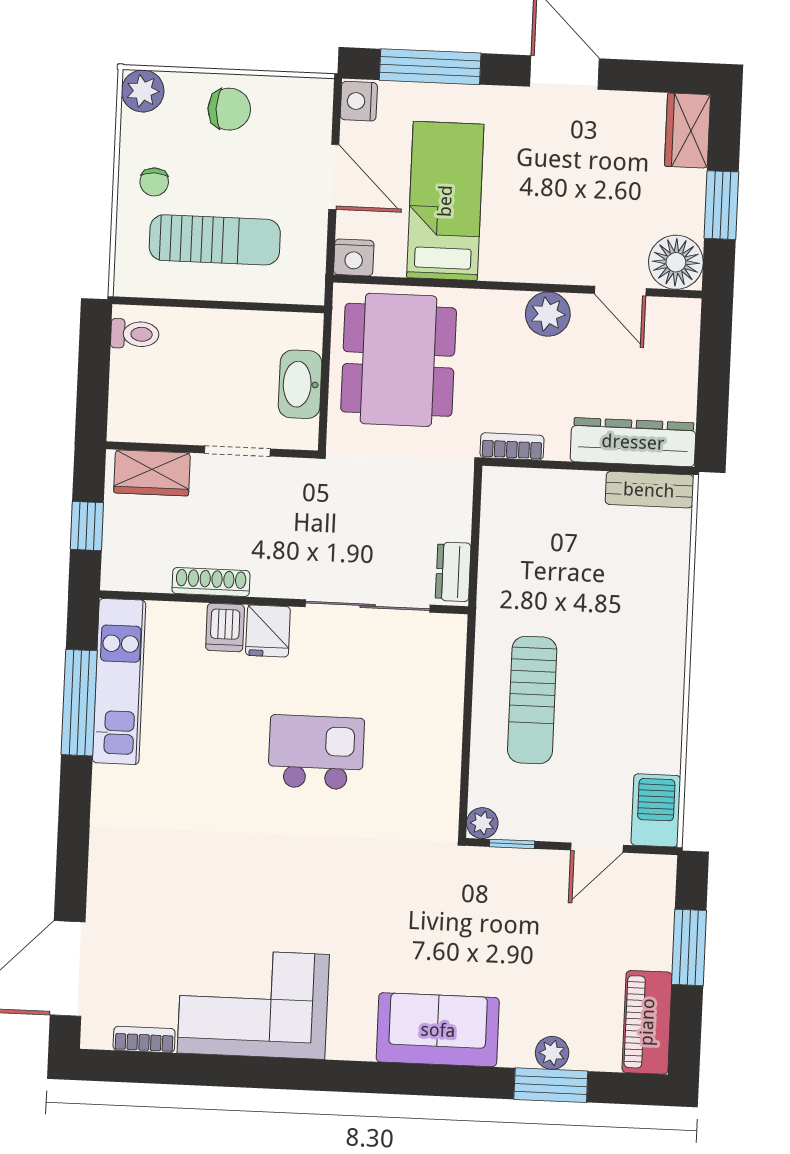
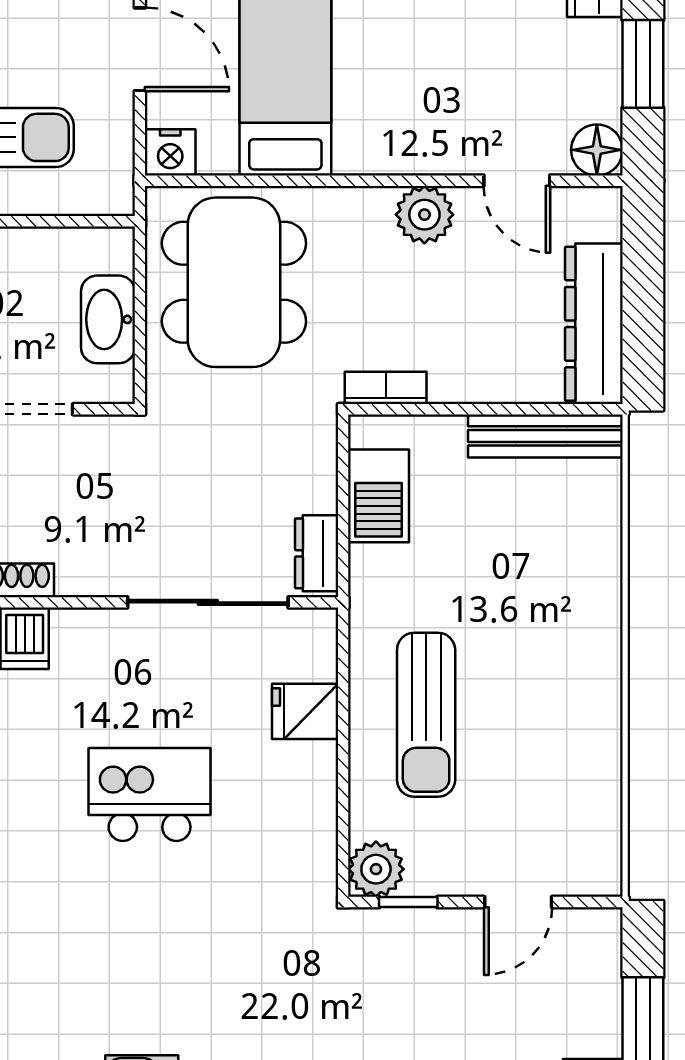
floor lamp: (676, 262) -> (597, 150), width x0.73, depth x0.73
dresser: (633, 442) -> (594, 324), moved, turned -90
bench: (649, 490) -> (545, 436), width x1.36
fridge: (268, 631) -> (305, 711), moved, turned 90
barbecue: (656, 810) -> (378, 496), moved, turned 180
plant: (482, 823) -> (376, 869), width x1.38, depth x1.38

